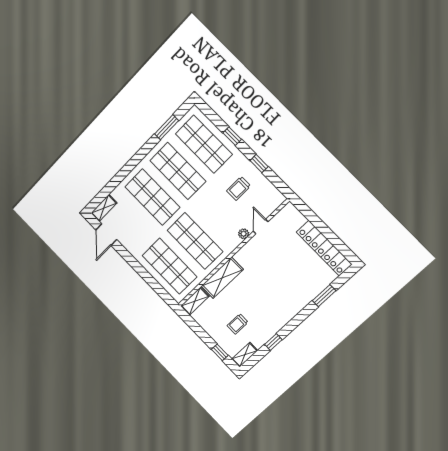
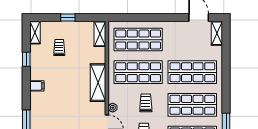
trolley: (213, 210) -> (146, 103), added
shelving: (222, 278) -> (98, 83), moved
filing cabinet: (287, 313) -> (37, 86), added
window: (220, 352) -> (68, 17), moved

